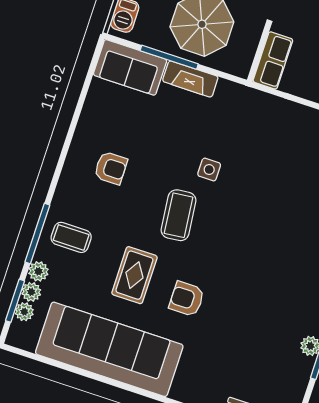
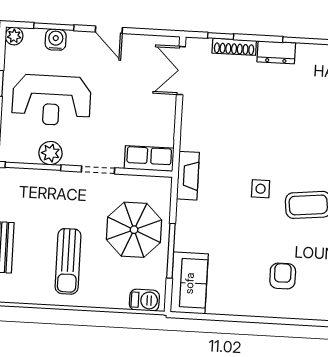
fireplace: (190, 79) -> (188, 176), moved

